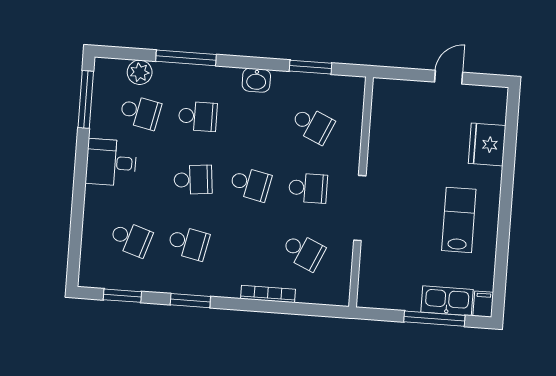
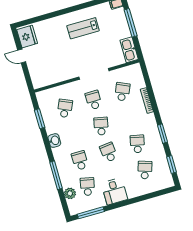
fridge: (487, 144) -> (27, 37), moved, turned -90
kitchen sink: (447, 301) -> (129, 50), moved

